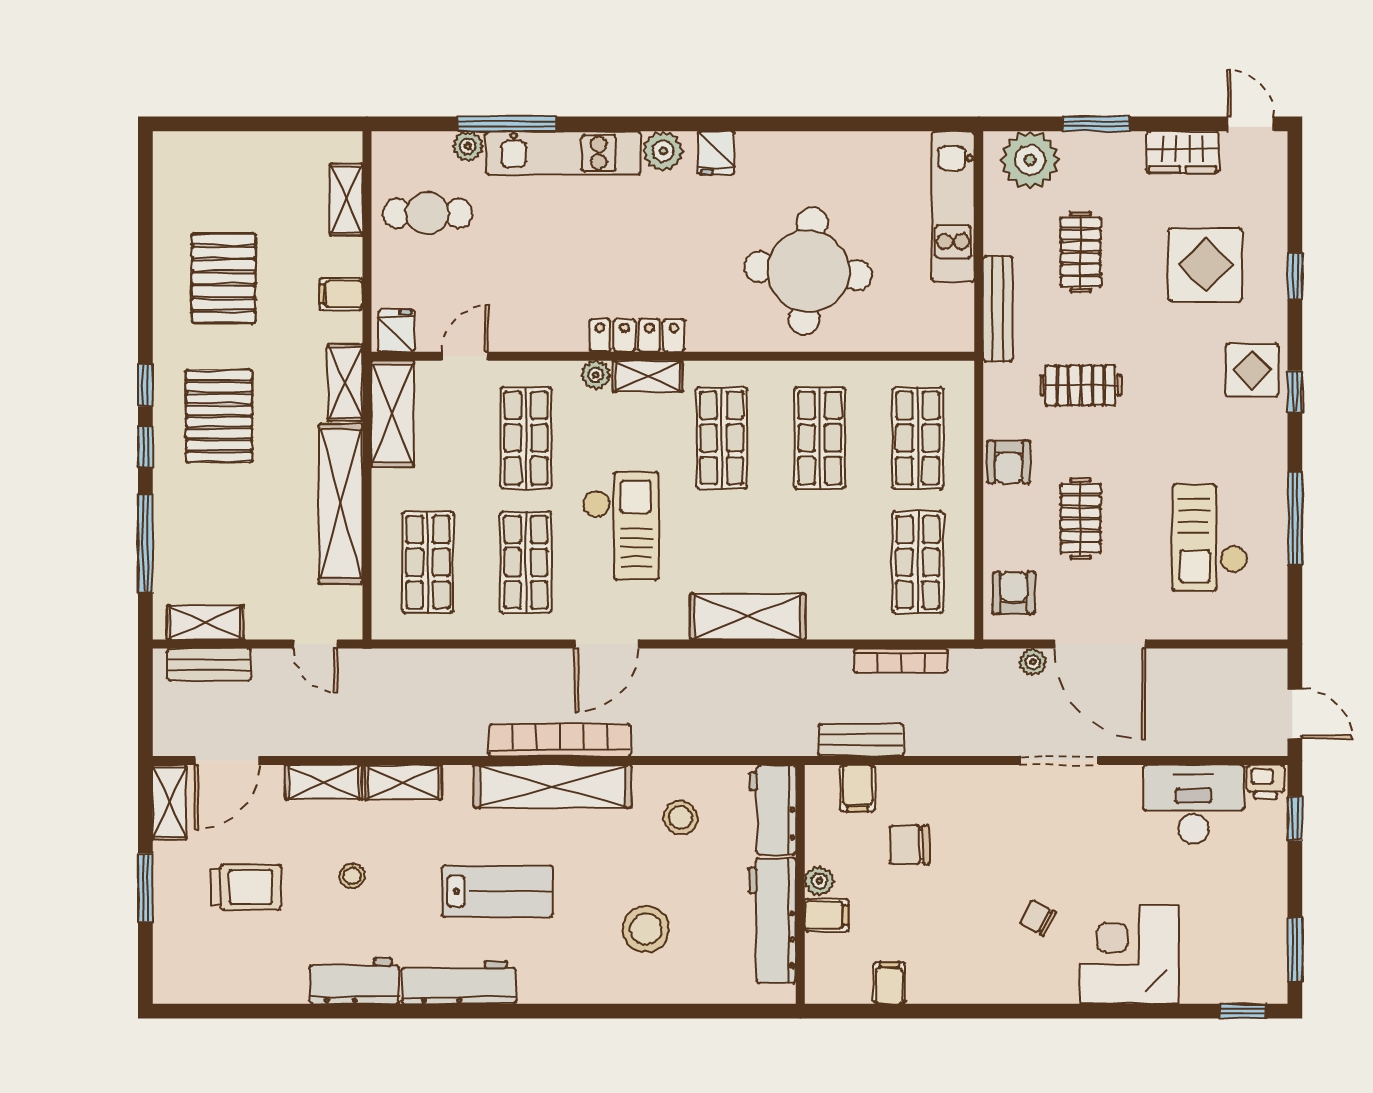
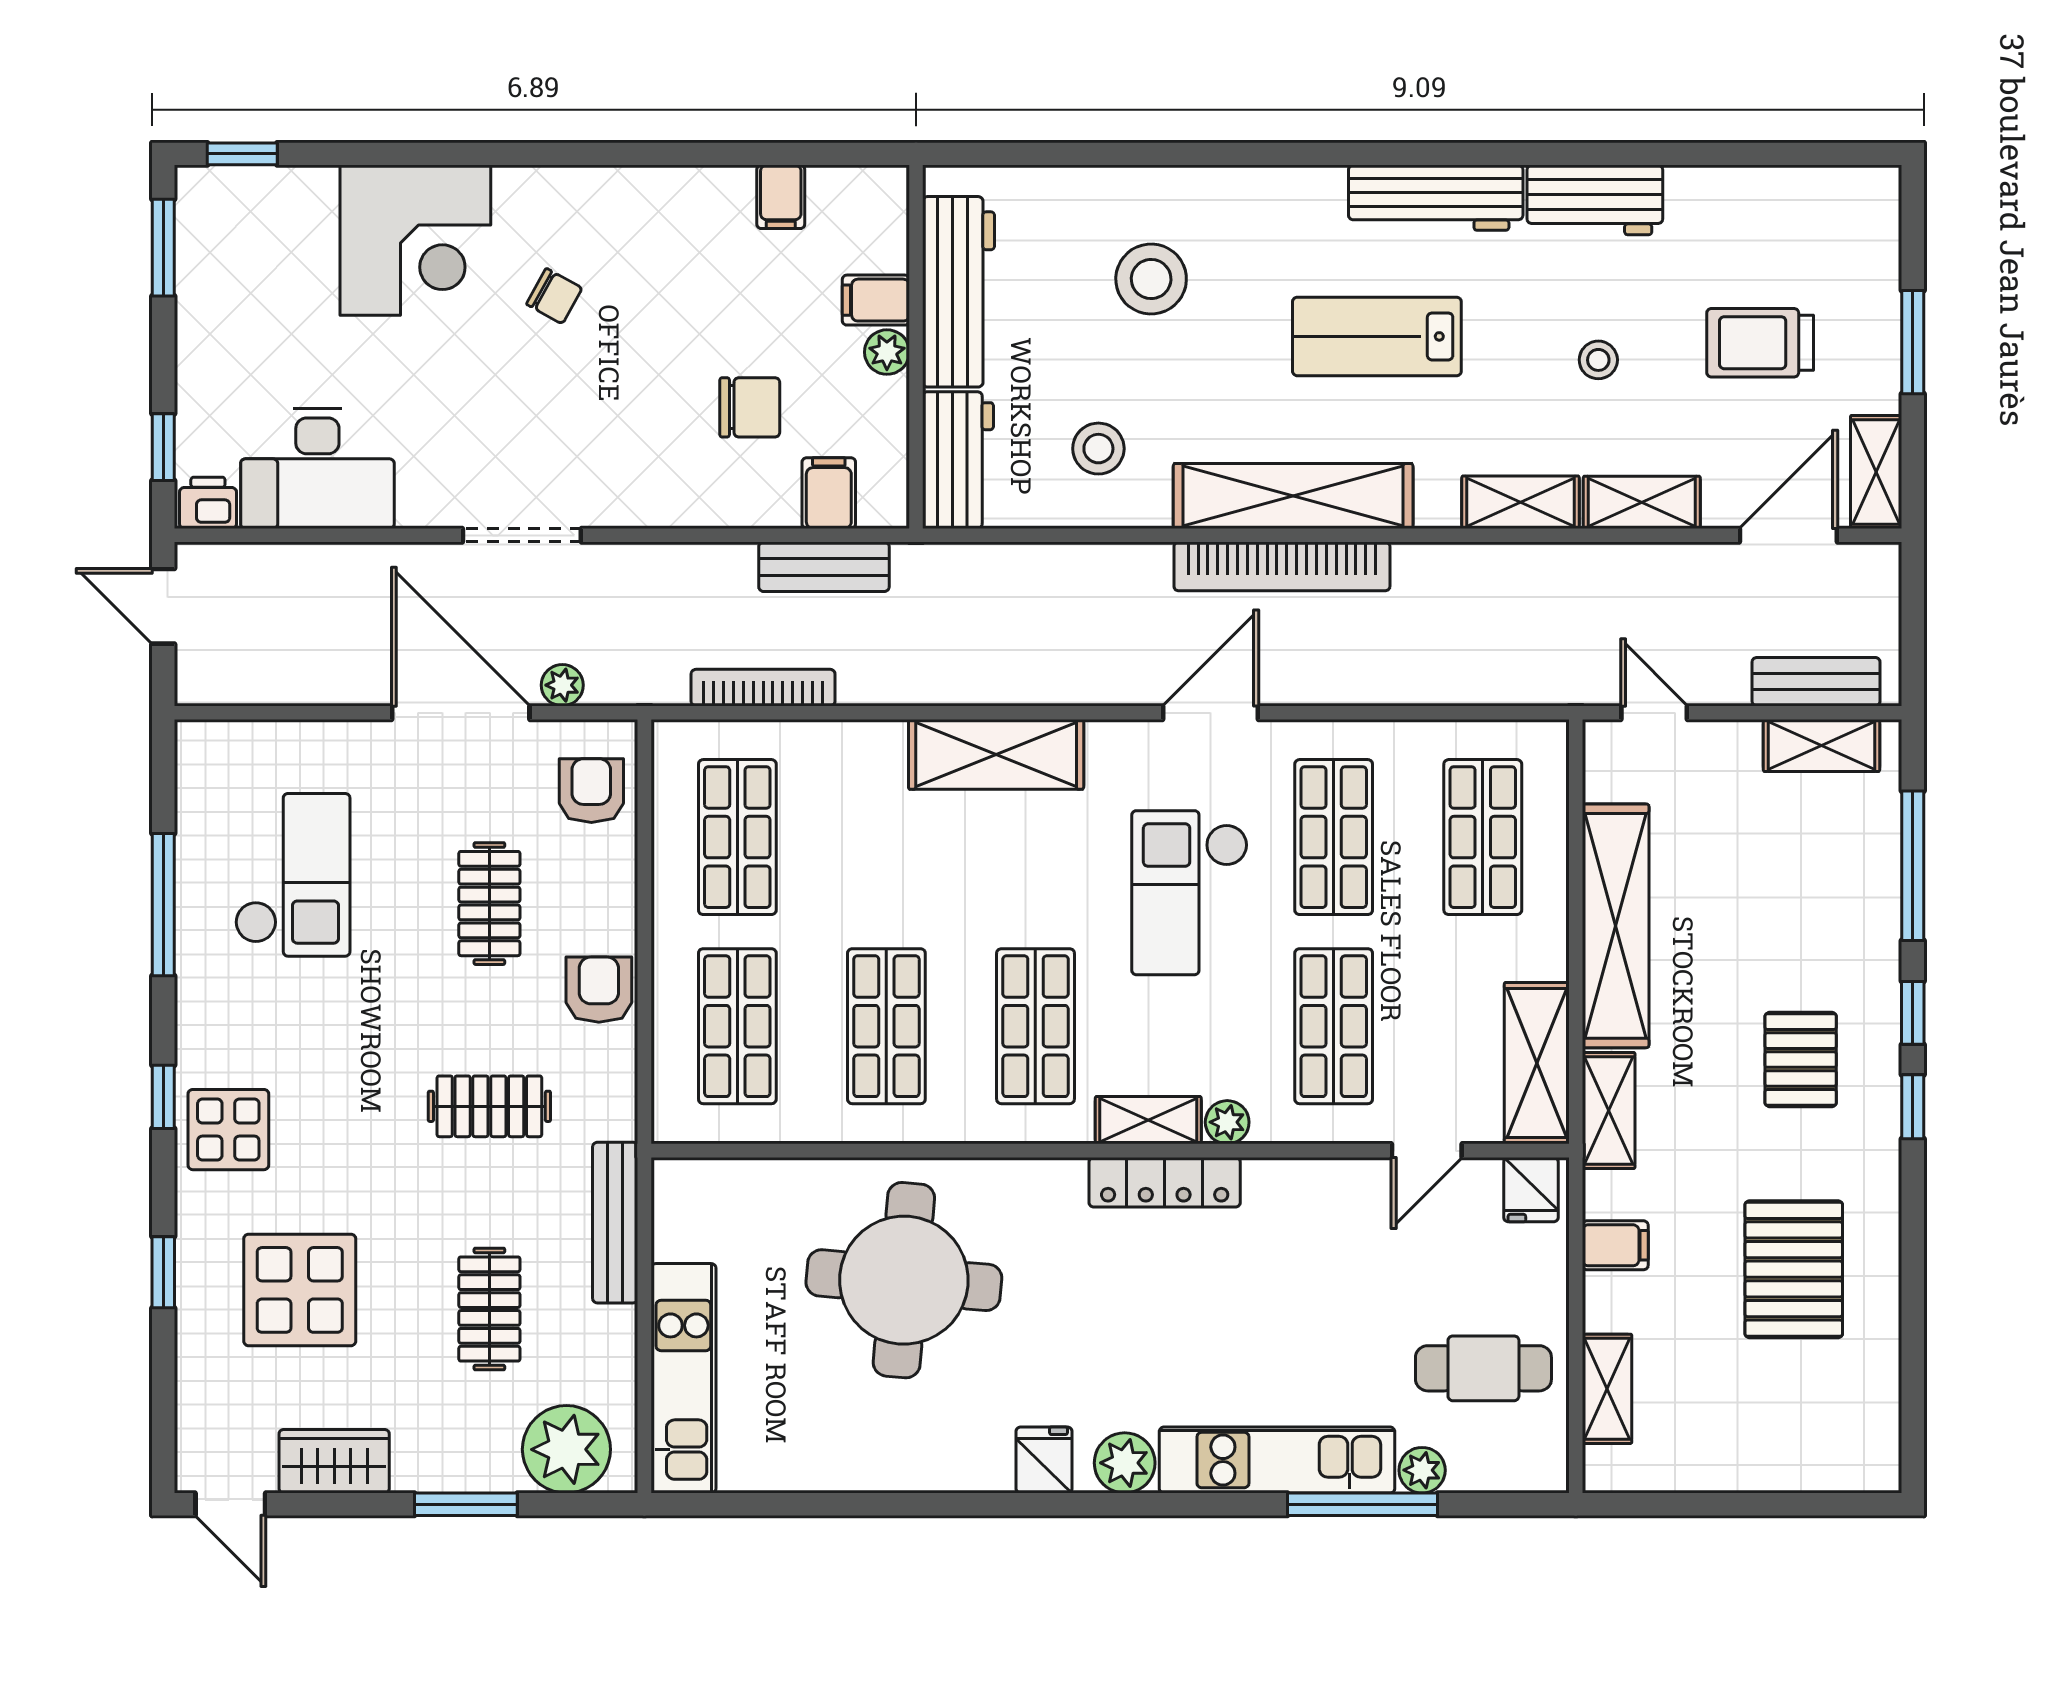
pallet: (219, 416) -> (1801, 1060), width x0.67, depth x0.71
armchair: (1014, 593) -> (591, 791), turned 180

